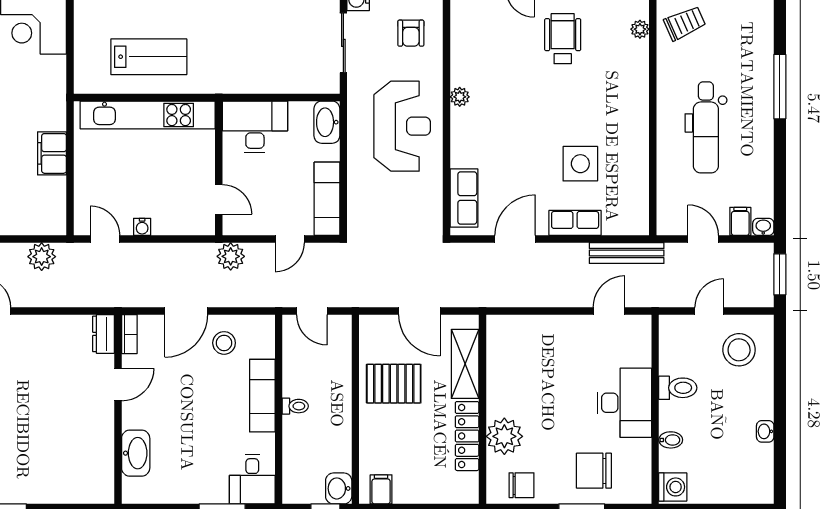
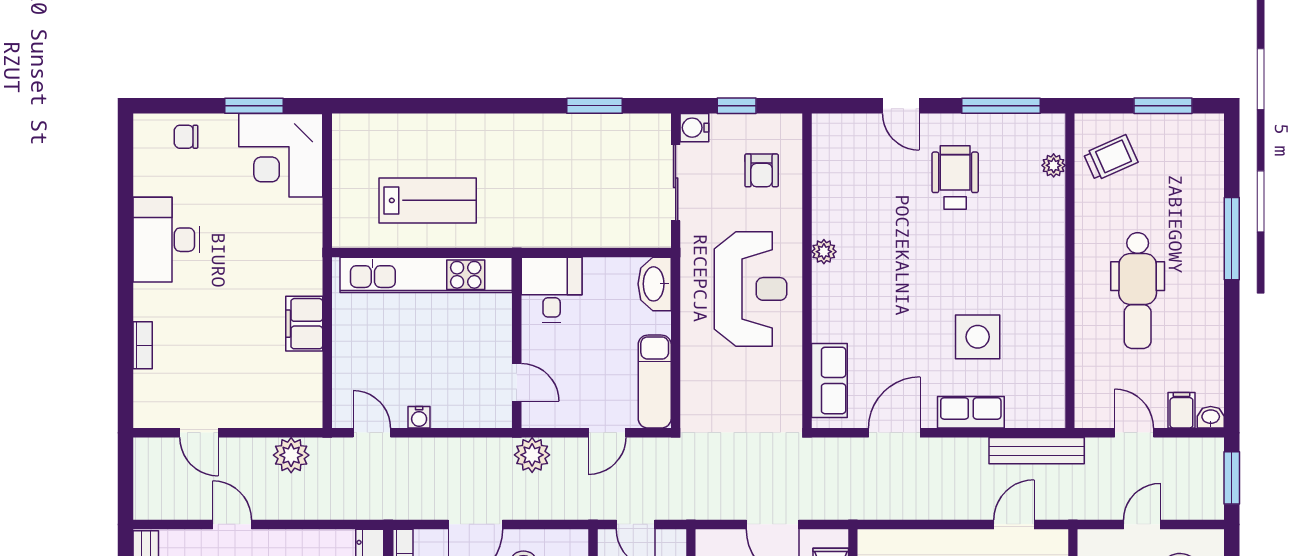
desk: (255, 127) -> (552, 290), width x0.73

